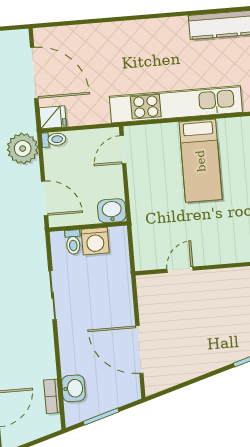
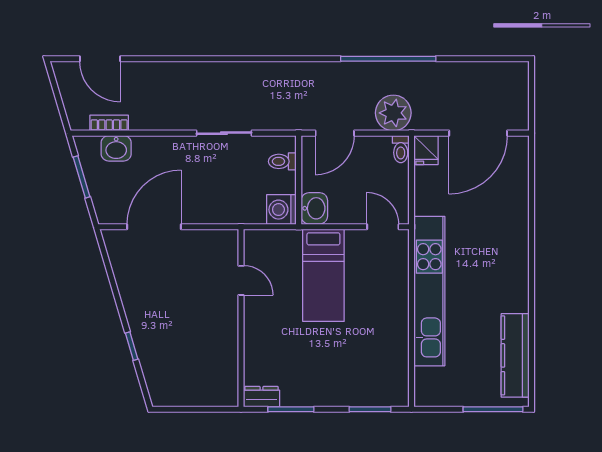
bed: (201, 161) -> (323, 275), moved, turned -90
washing machine: (95, 241) -> (281, 210), moved

